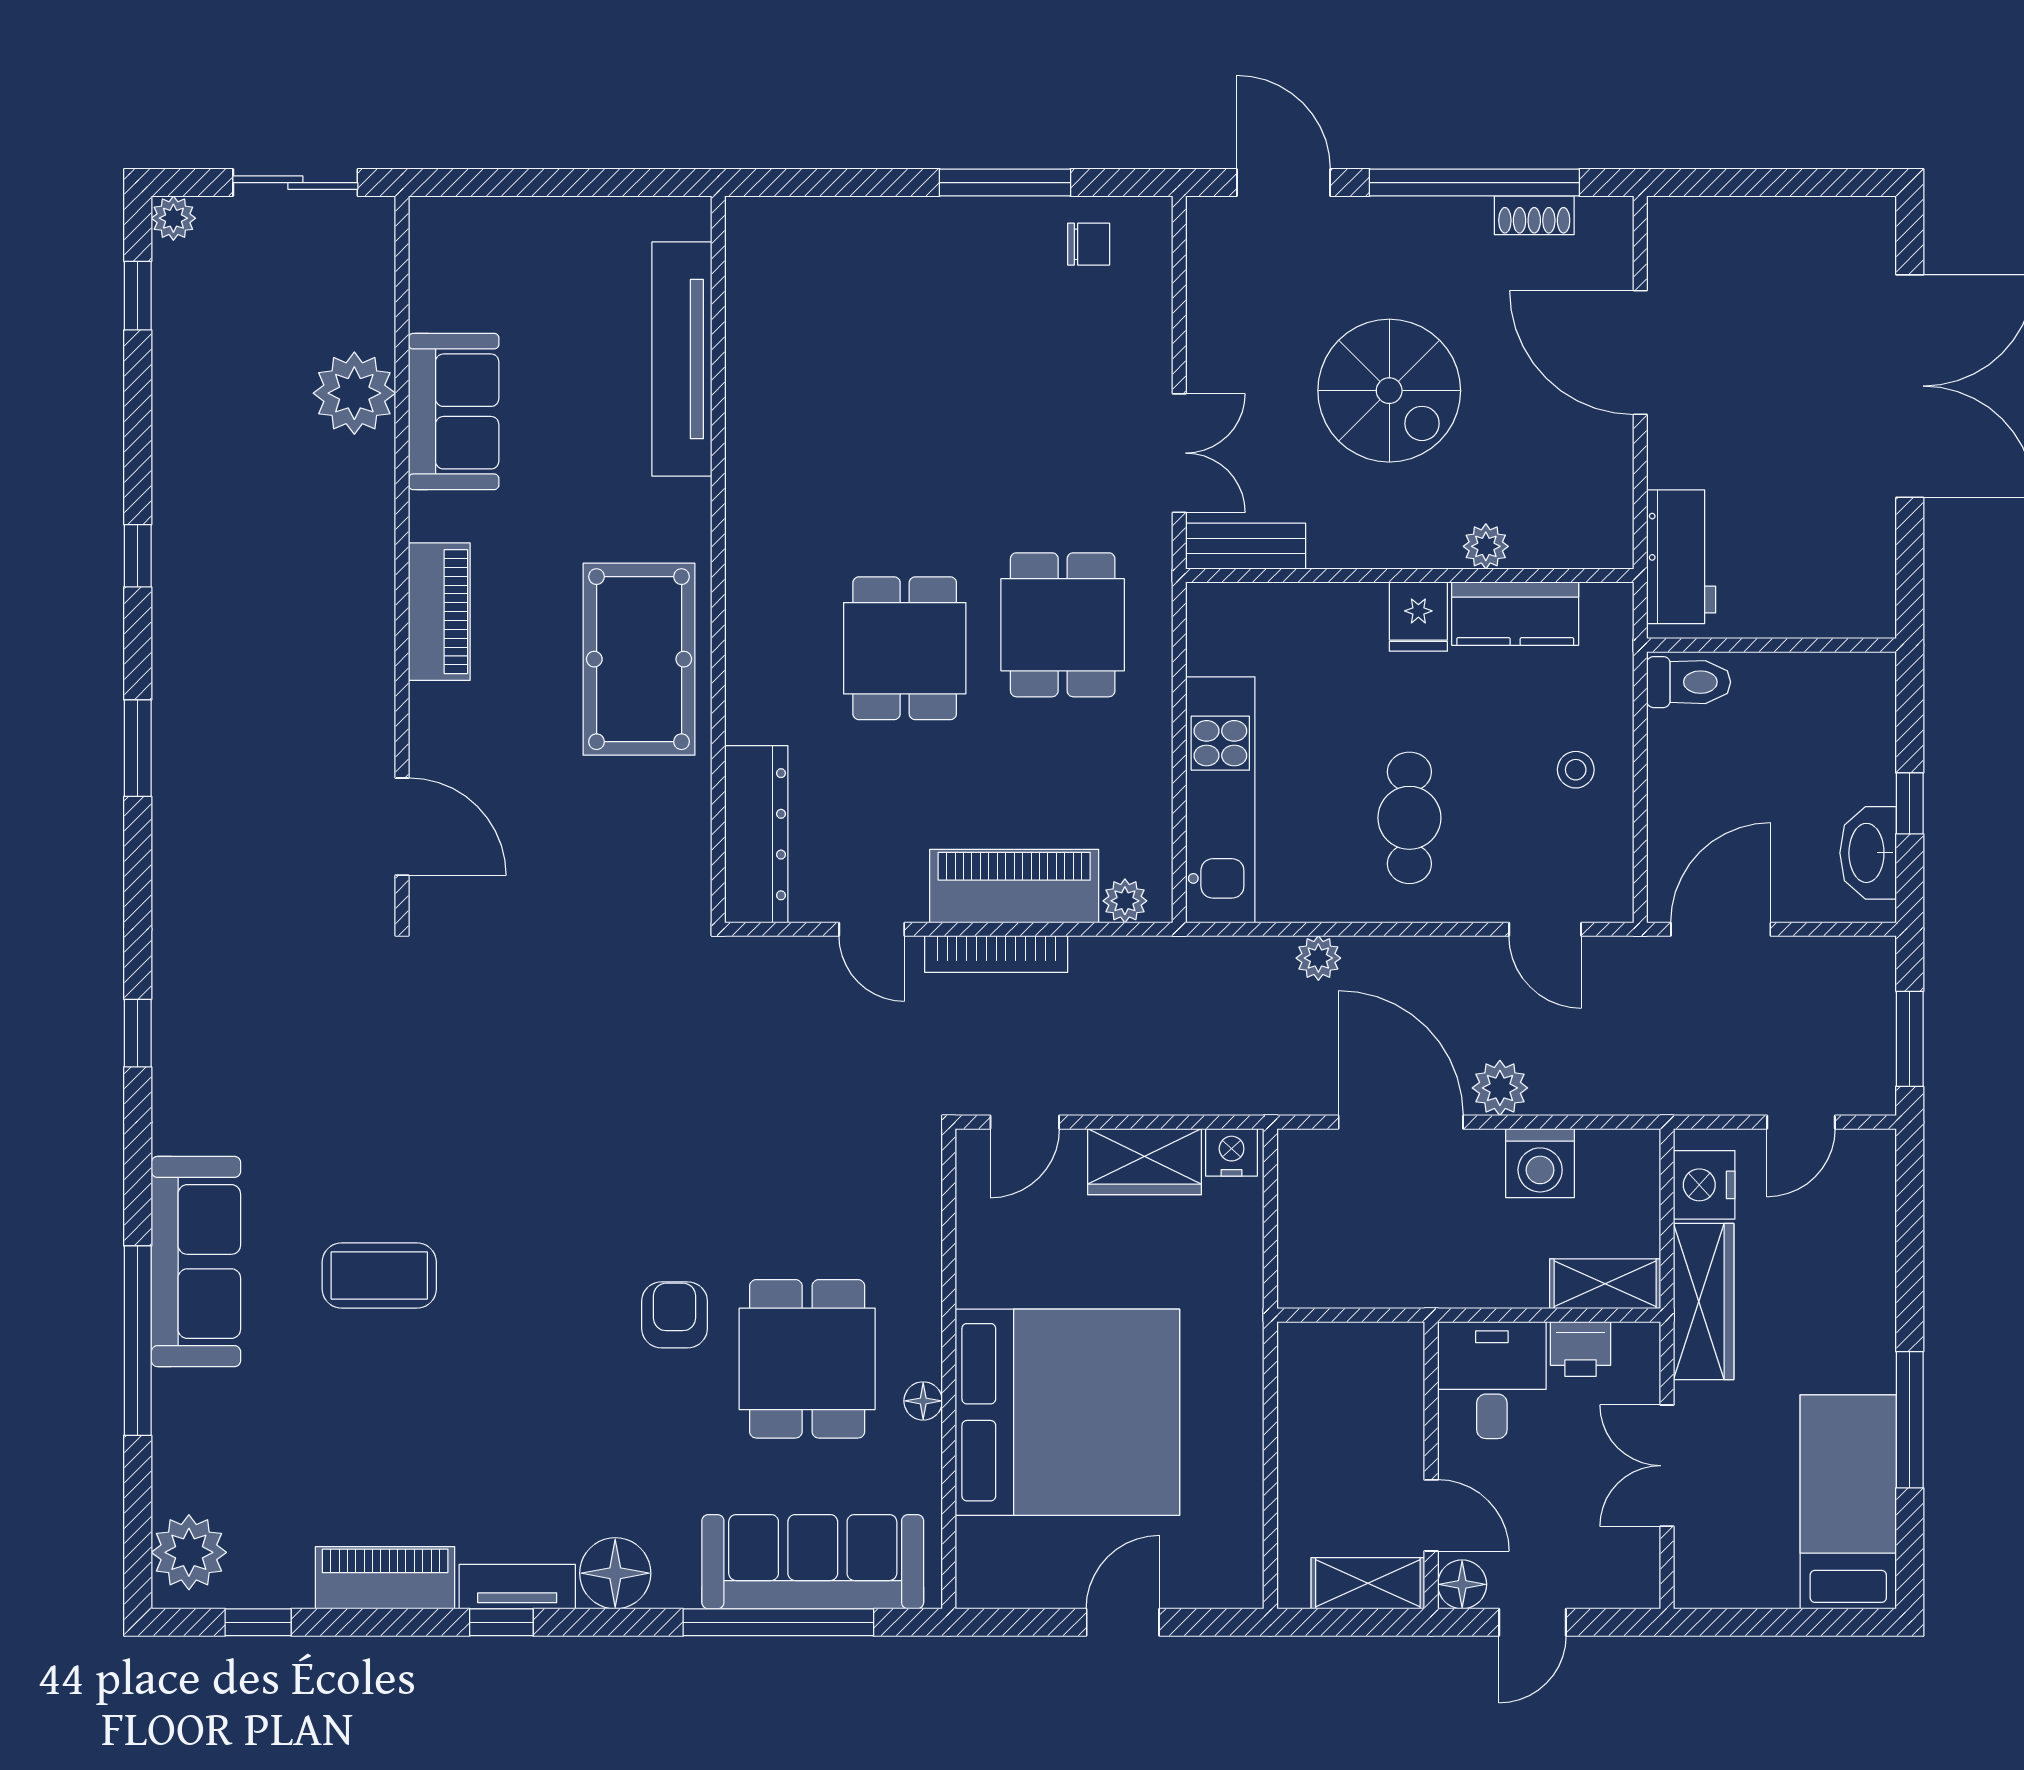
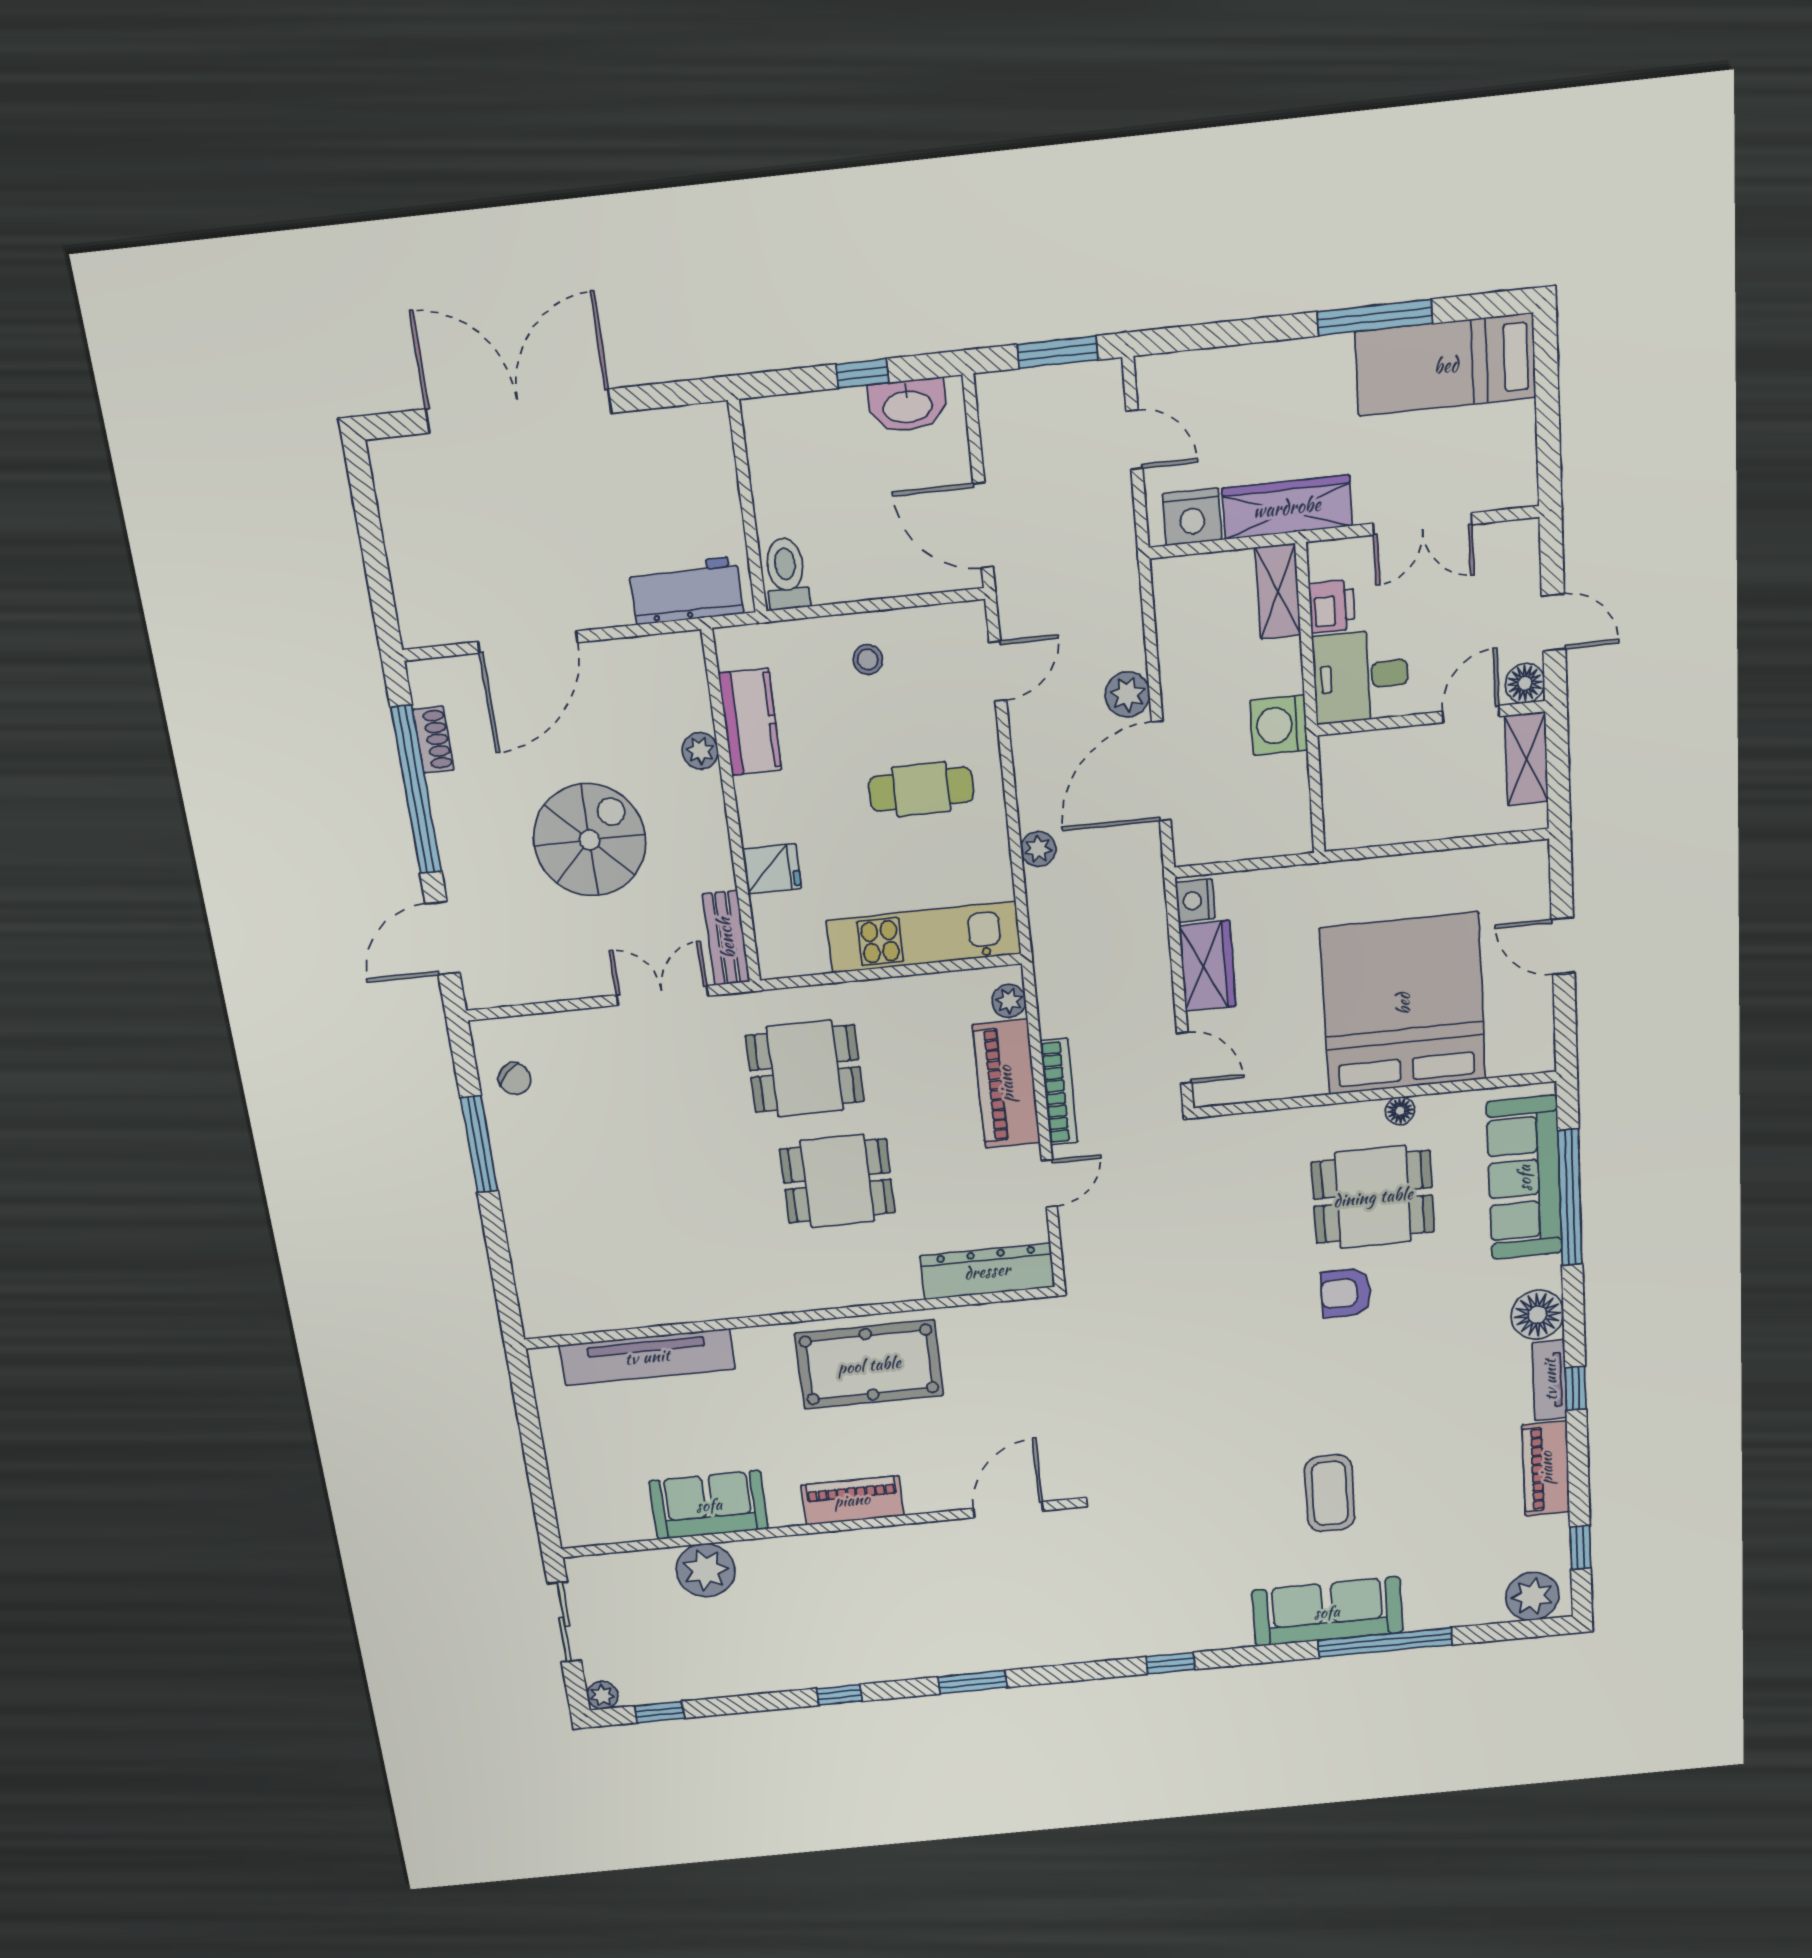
chair: (1089, 244) -> (515, 1079), turned 136
fridge: (1418, 617) -> (772, 869), moved
washing machine: (1540, 1163) -> (1279, 725), moved, turned 180

